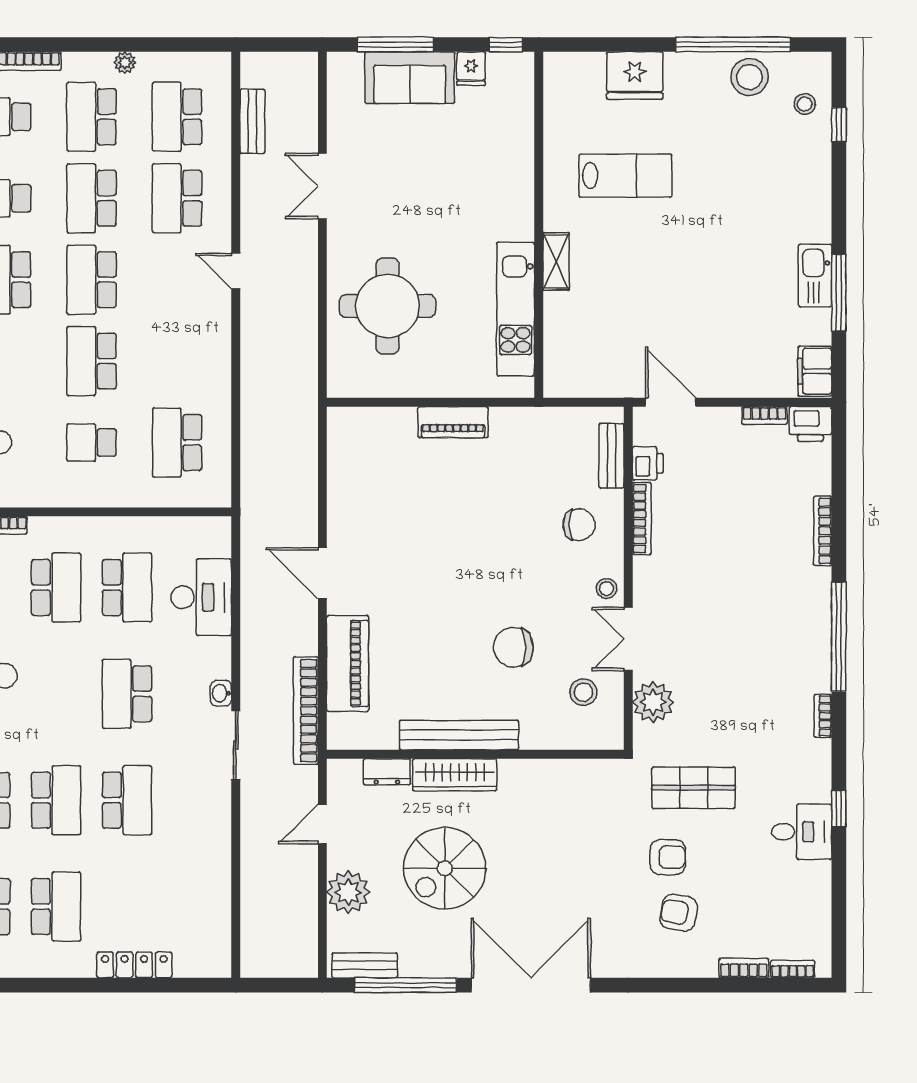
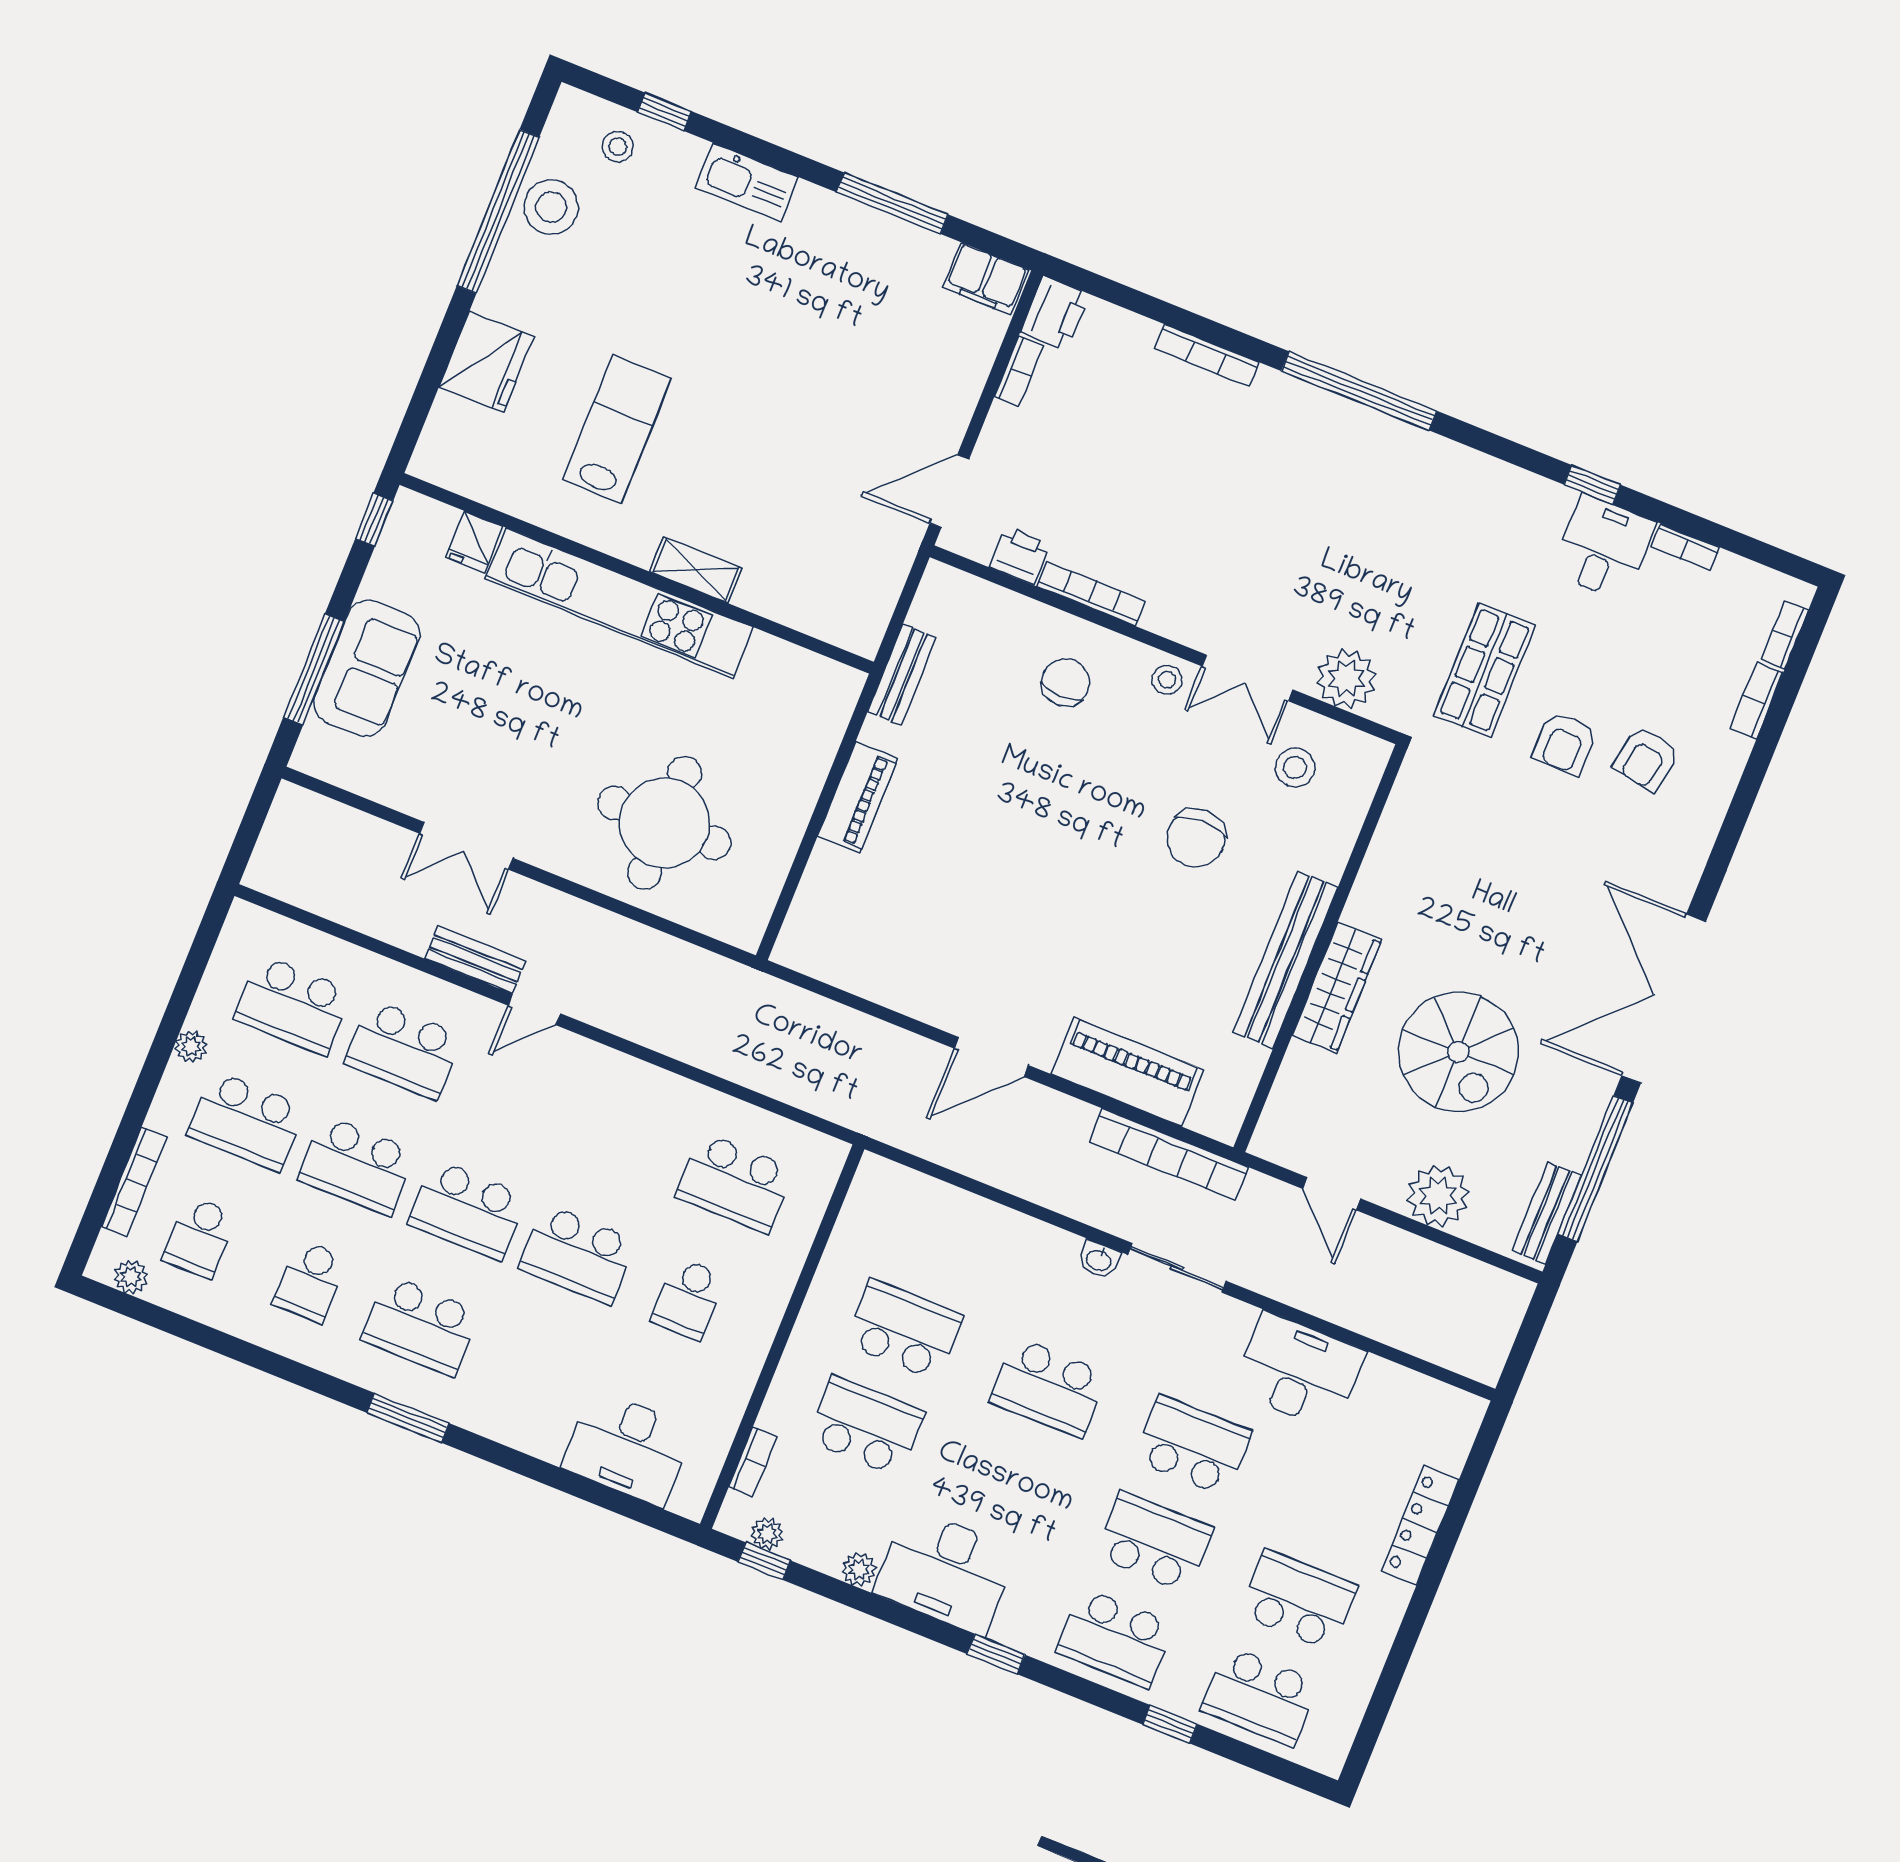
fridge: (471, 69) -> (474, 542), moved, turned 90
bench: (252, 121) -> (475, 960), moved
kitchen sink: (815, 276) -> (747, 182), moved
kitchen unit: (516, 309) -> (620, 603), moved, width x1.36
bench: (611, 456) -> (902, 675), moved, turned 90
desk: (201, 597) -> (1299, 1371), moved
bookcase: (823, 716) -> (1685, 547), moved
dresser: (387, 772) -> (1296, 1078), removed
armchair: (668, 857) -> (1565, 743), turned 180

